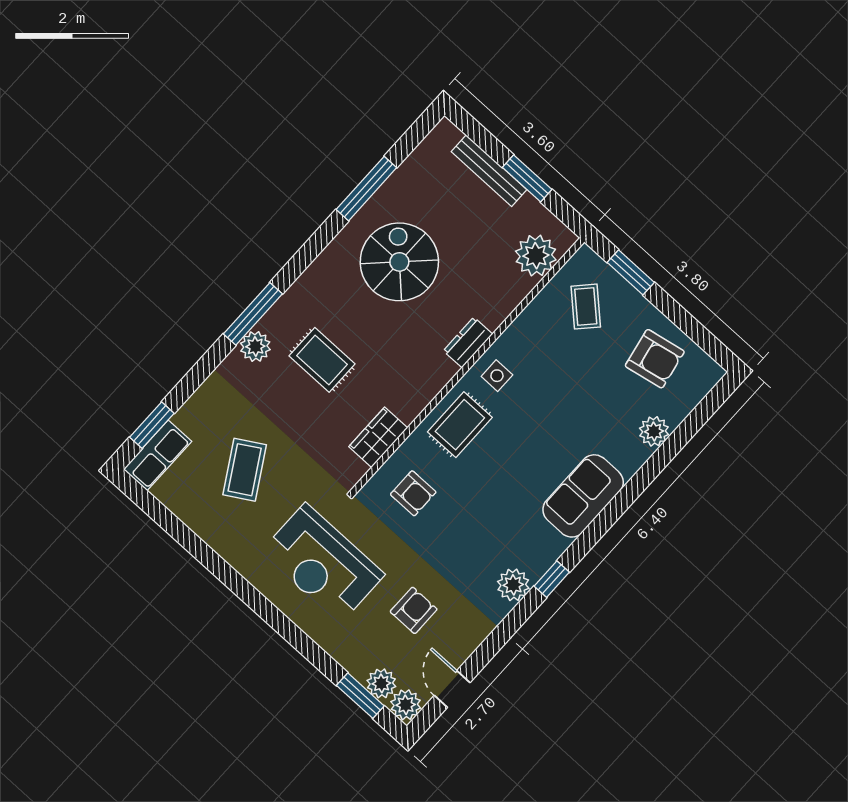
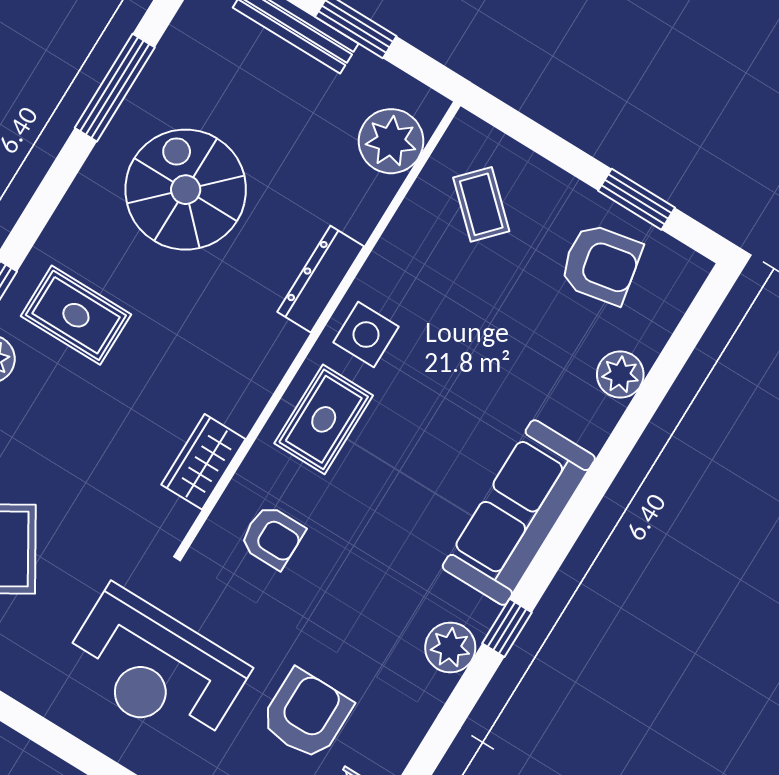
window: (631, 272) -> (636, 199), moved
dresser: (468, 342) -> (321, 279), width x1.44
rug: (322, 360) -> (76, 315), moved
side table: (497, 376) -> (366, 335), width x1.37, depth x1.37
sofa: (583, 496) -> (519, 513), width x1.36
armchair: (414, 610) -> (306, 715), width x1.38, depth x1.38

